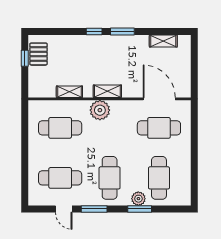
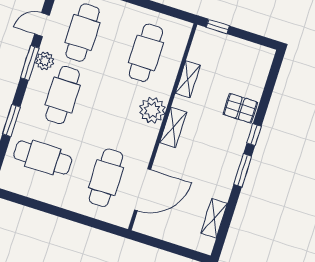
pallet: (38, 54) -> (240, 108), moved
window: (25, 58) -> (218, 26), moved
cafe table: (110, 178) -> (63, 95), turned 90
plant: (138, 199) -> (45, 61), moved

